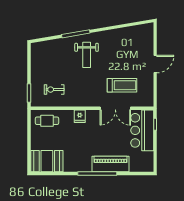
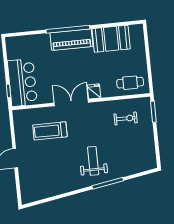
double door: (115, 108) -> (71, 103), moved
booth: (47, 161) -> (111, 39), moved
piano: (110, 164) -> (71, 40), moved

